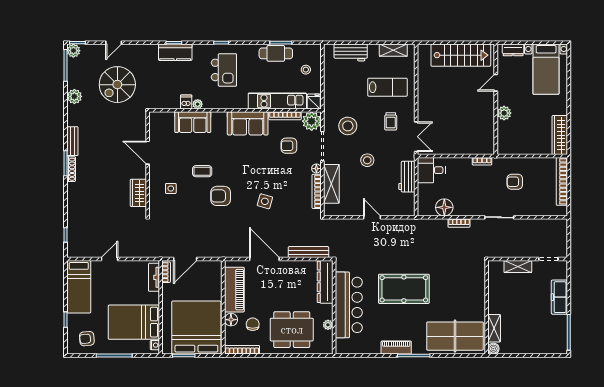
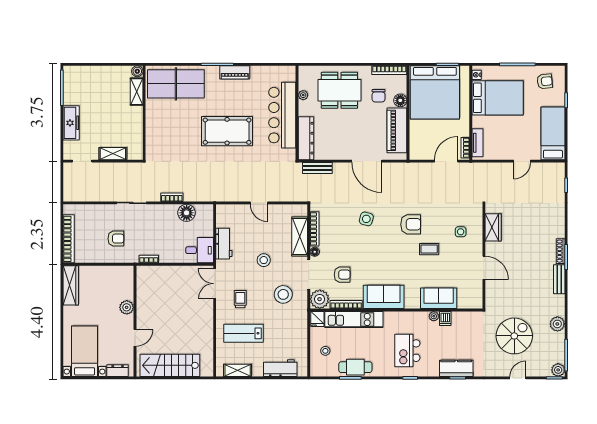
bench: (308, 252) -> (317, 168), width x0.73

